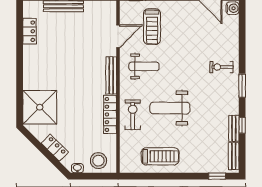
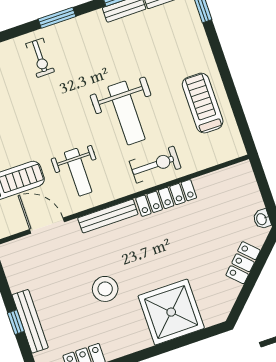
weight bench: (144, 66) -> (78, 172), turned 180
shower: (40, 107) -> (171, 312), moved
exercise bike: (133, 115) -> (155, 165), turned 180
stool: (98, 161) -> (105, 289), moved

